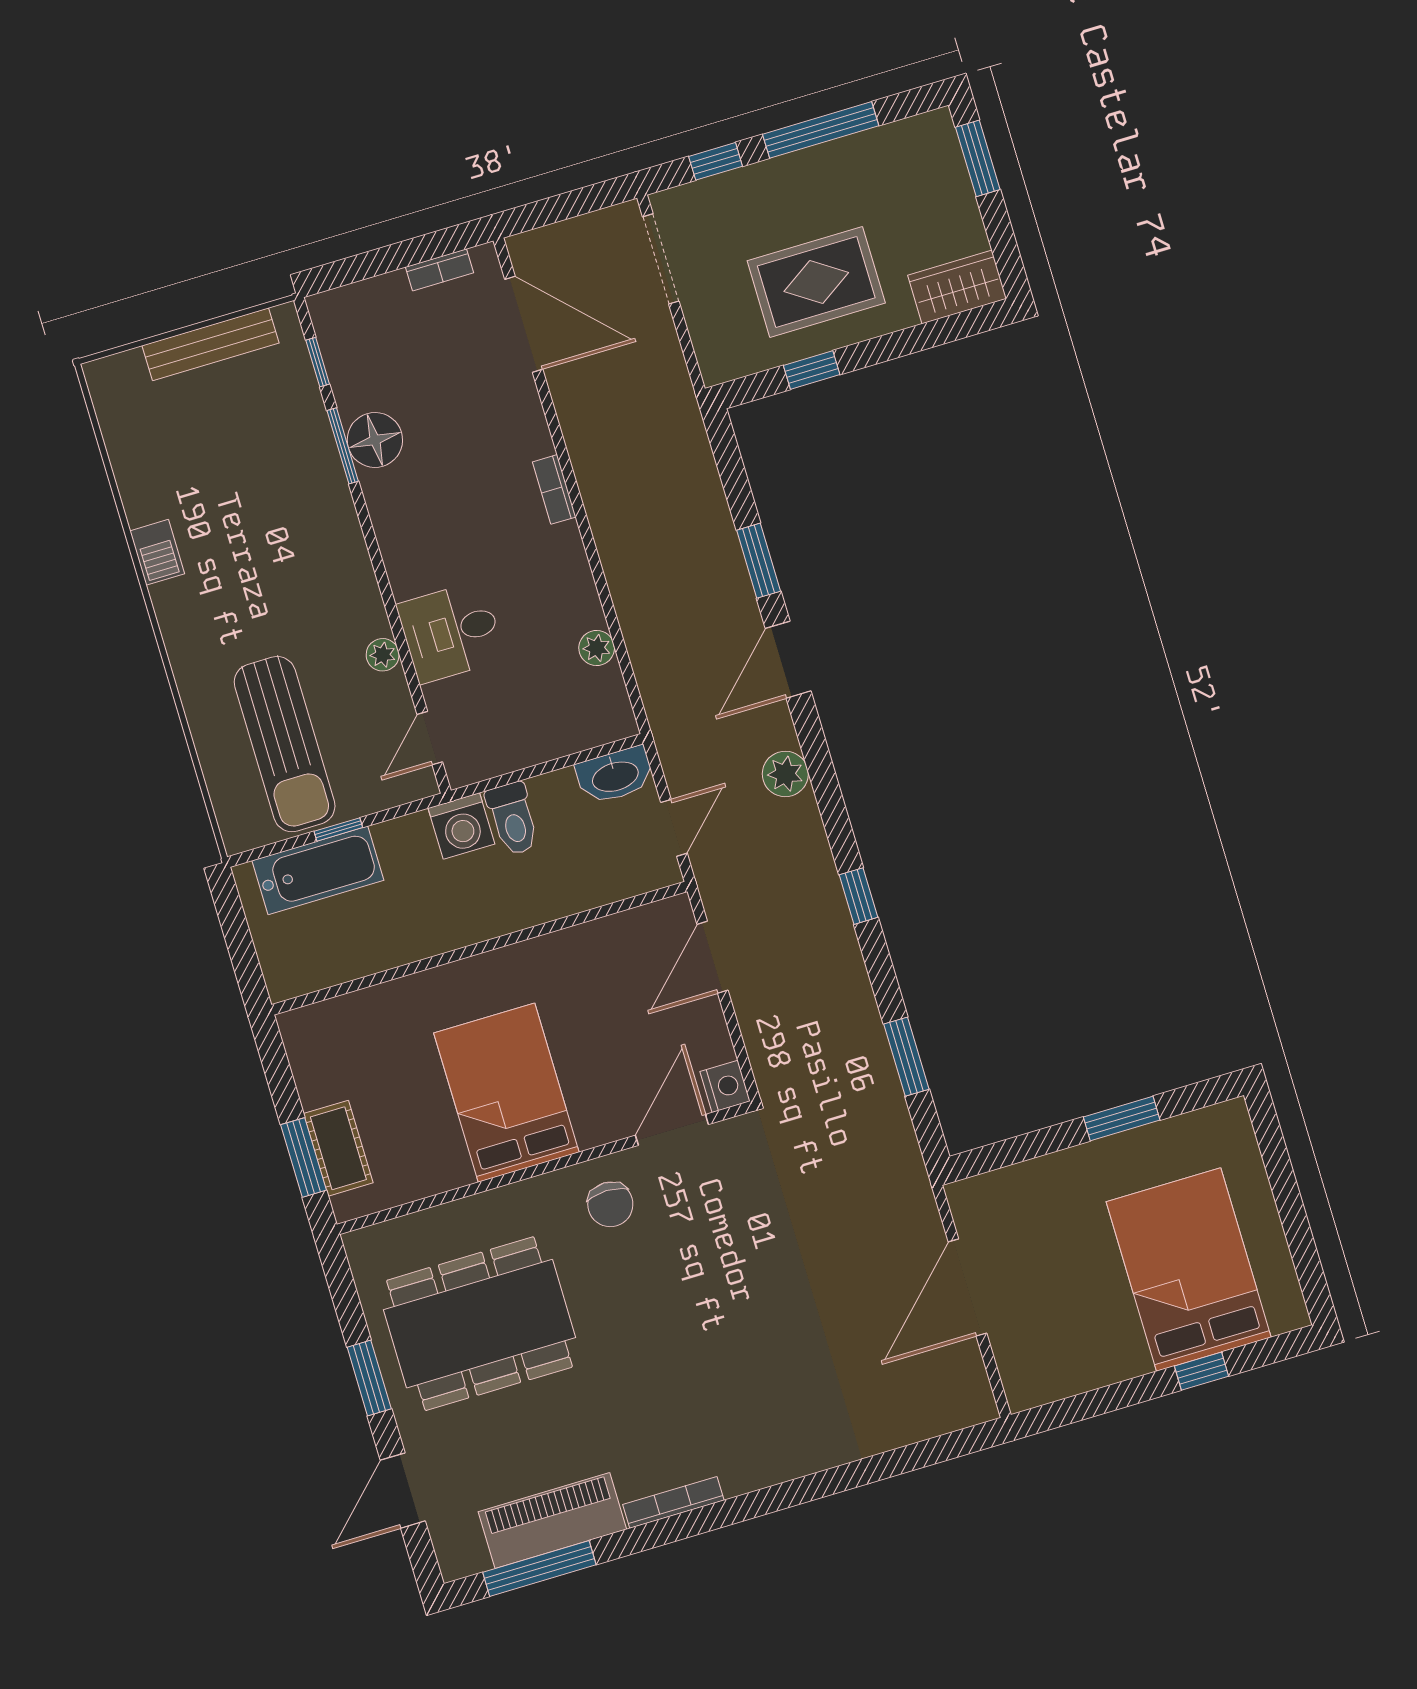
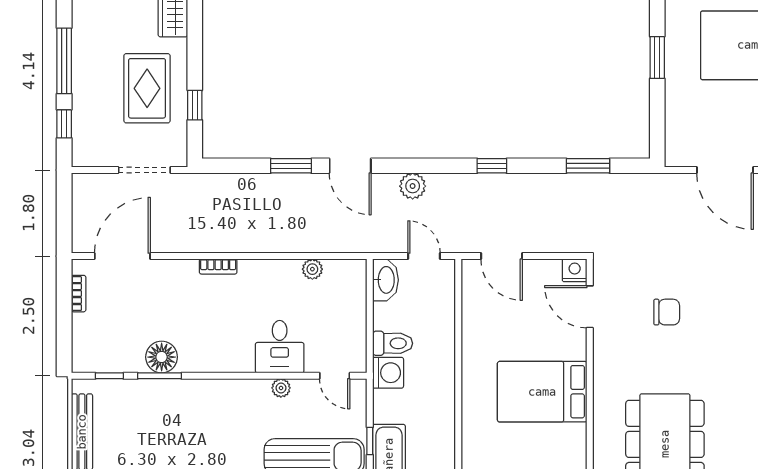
doorway: (661, 259) -> (144, 170), moved
chair: (610, 1204) -> (667, 312), moved

